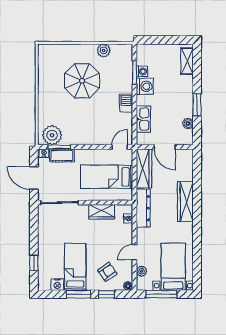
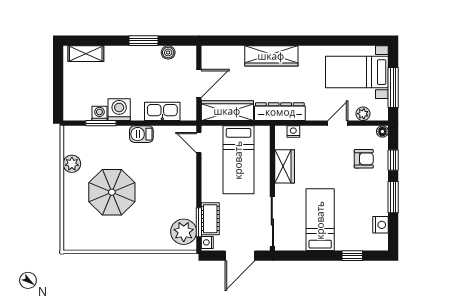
door: (134, 252) -> (338, 123), swing flipped
bed: (75, 267) -> (320, 220), moved, turned 90
armchair: (107, 272) -> (364, 159), turned 125

